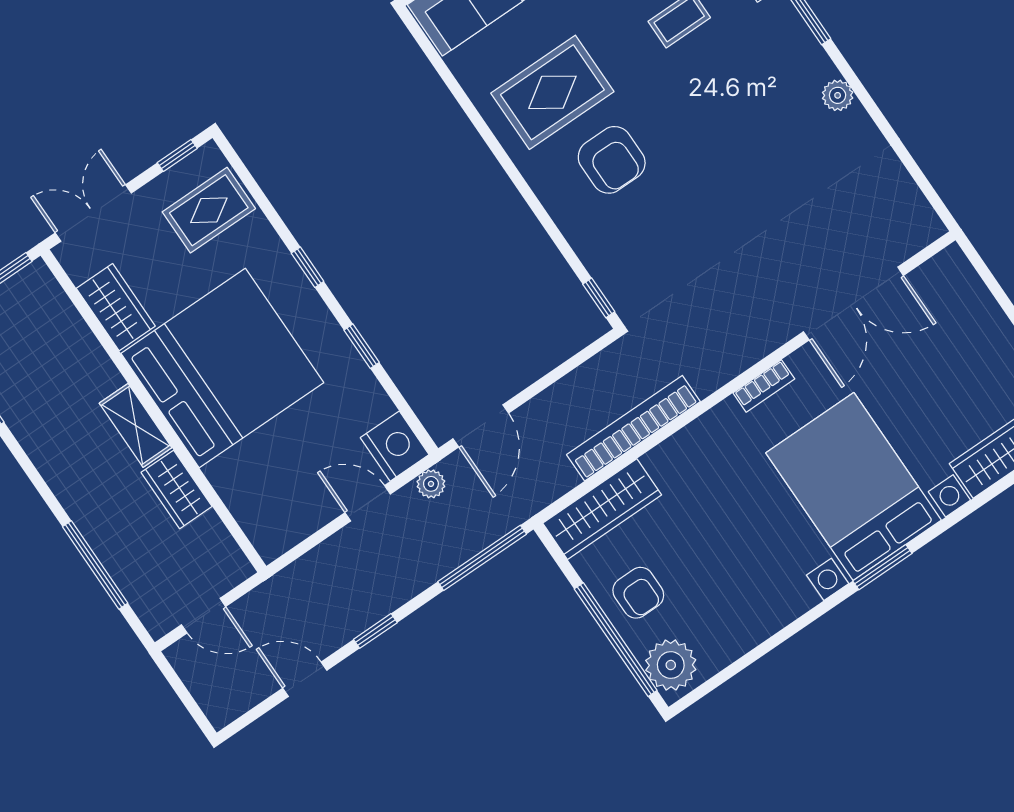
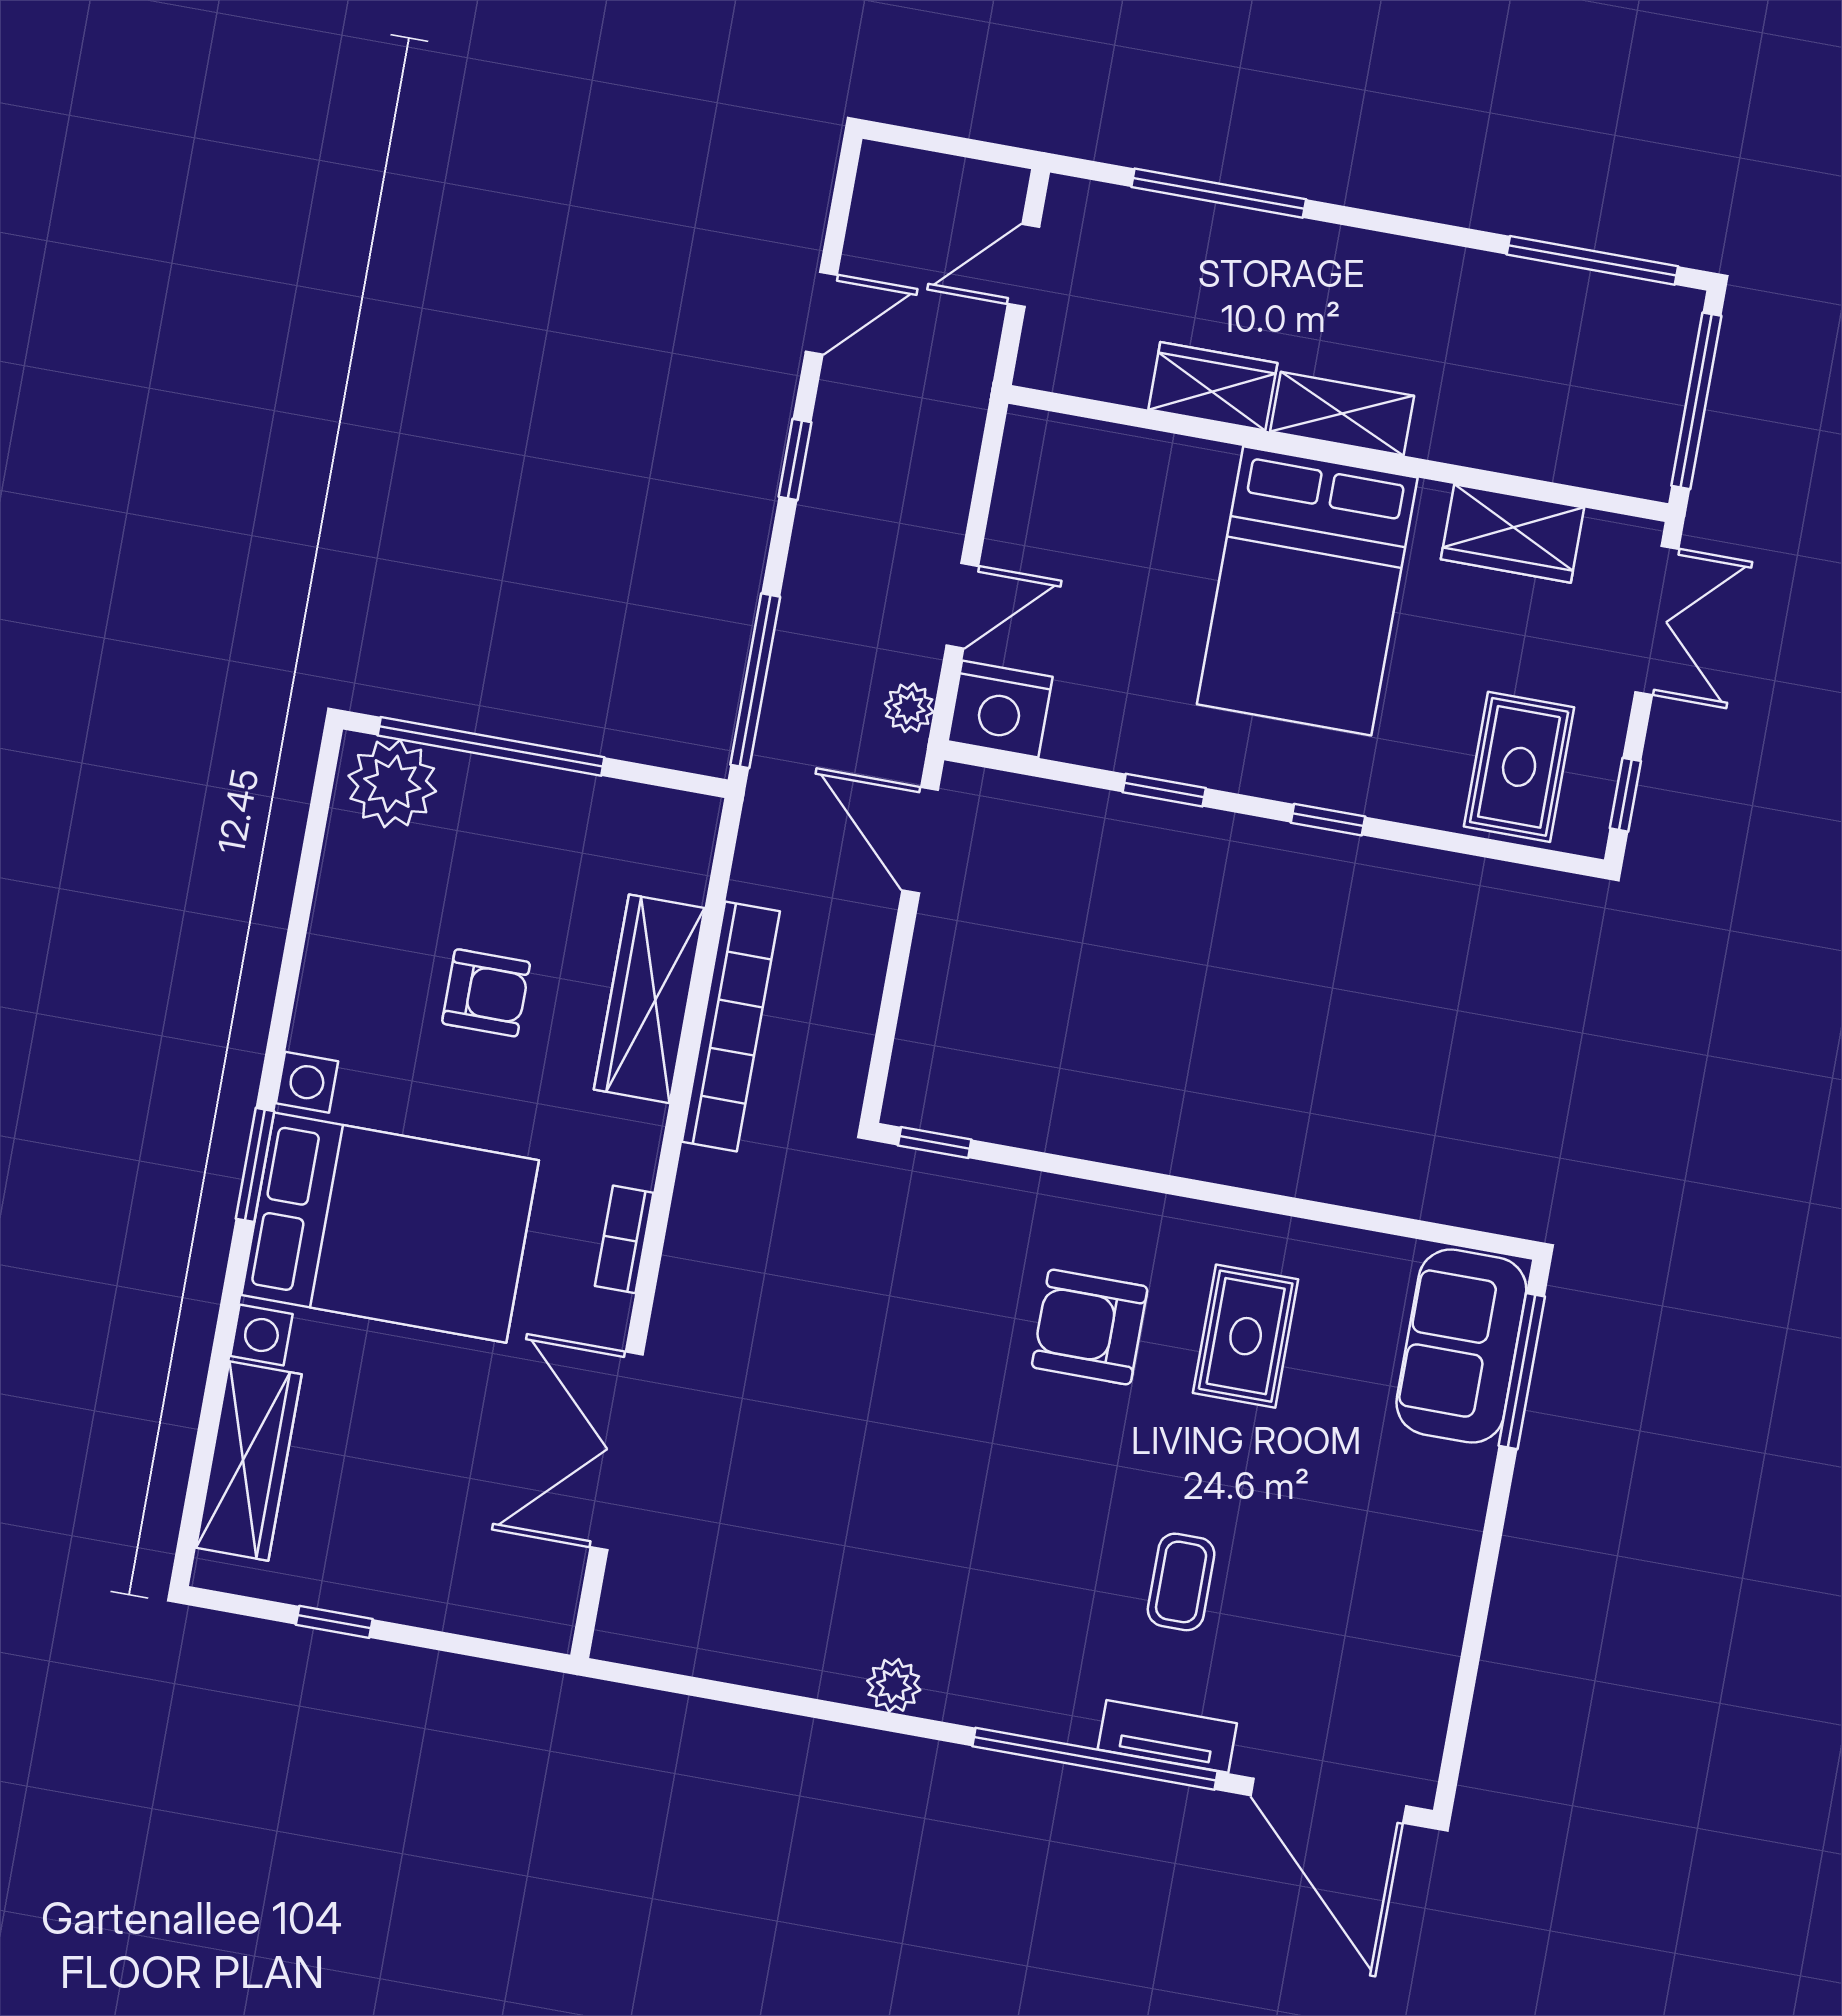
rug: (552, 92) -> (1246, 1336), width x0.73, depth x0.70
bed: (222, 368) -> (1307, 591), width x0.73
wardrobe: (602, 509) -> (649, 999), moved
armchair: (638, 593) -> (486, 993), moved, turned 180

